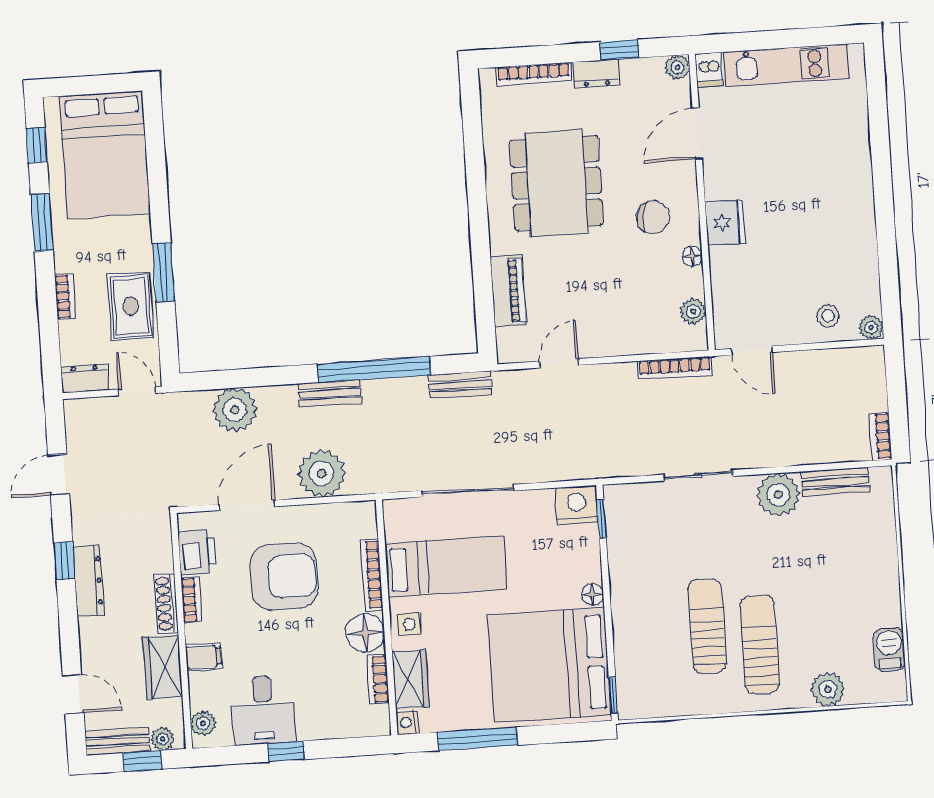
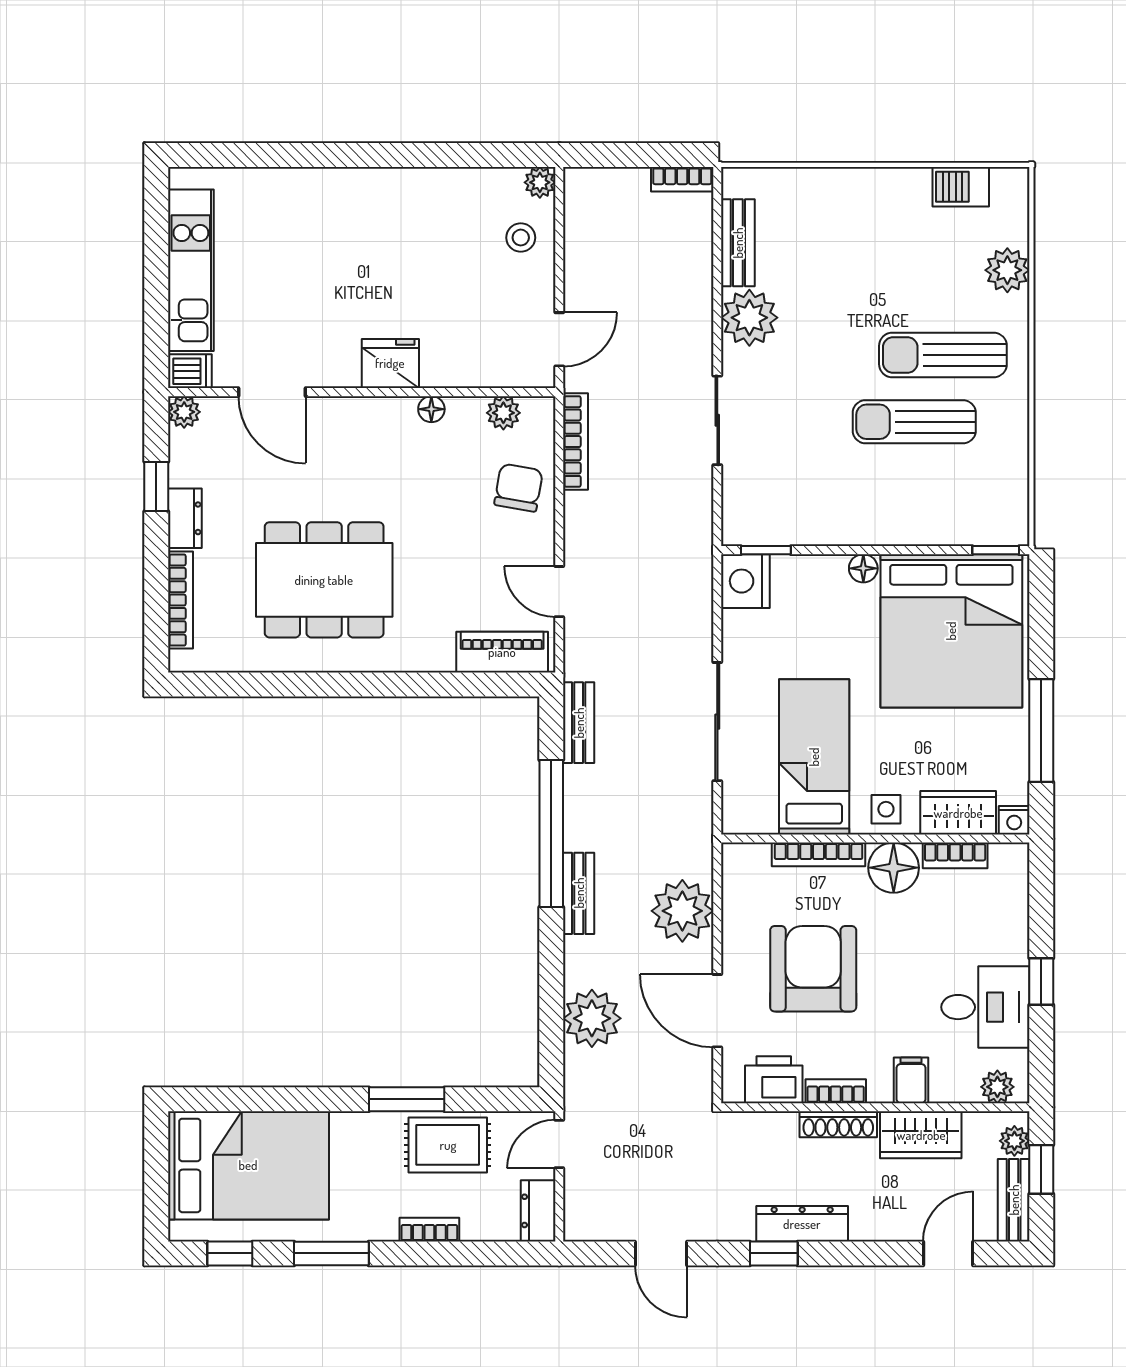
chair: (653, 217) -> (519, 488), moved
piano: (508, 291) -> (502, 652), moved

